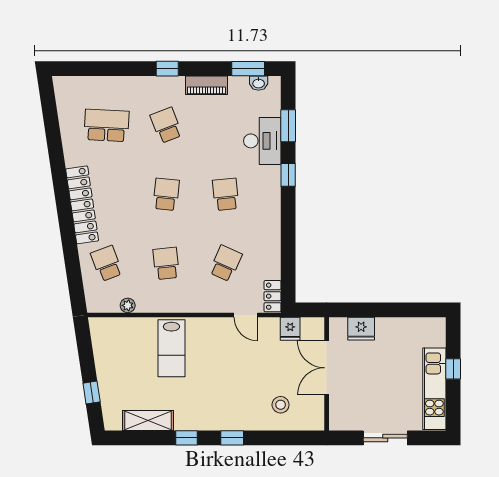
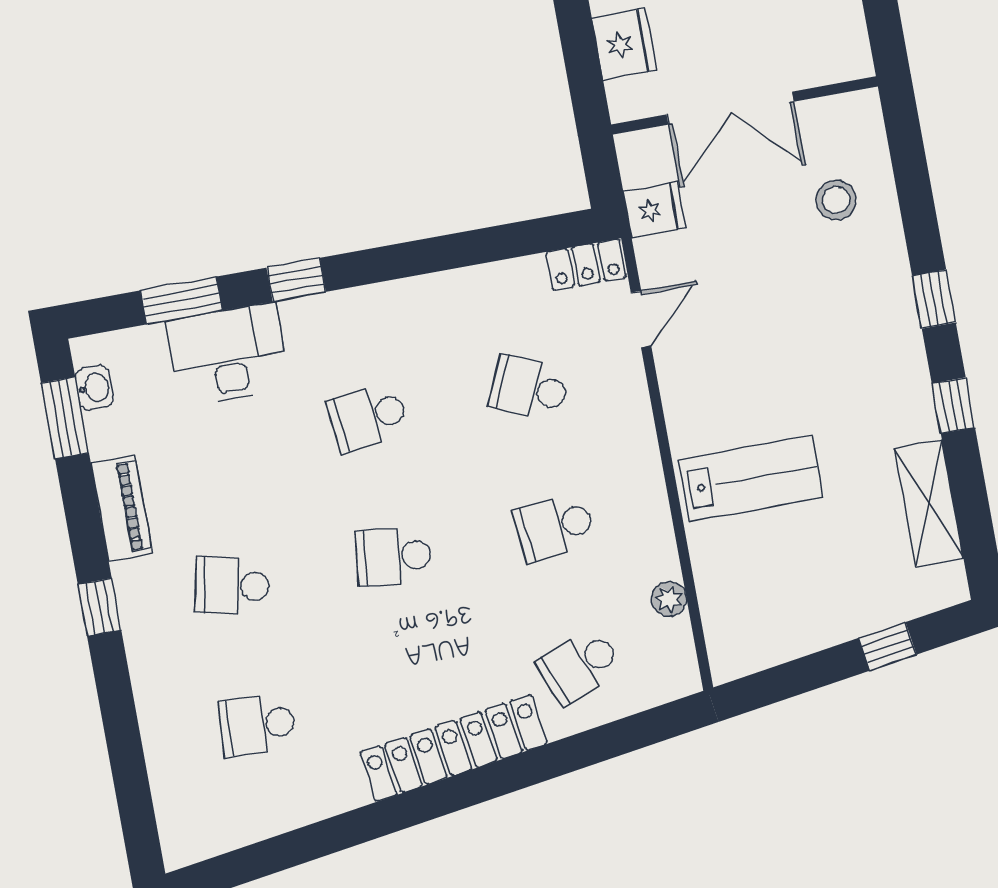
school desk: (107, 125) -> (257, 725), width x0.54
school desk: (166, 125) -> (232, 586), turned 33

